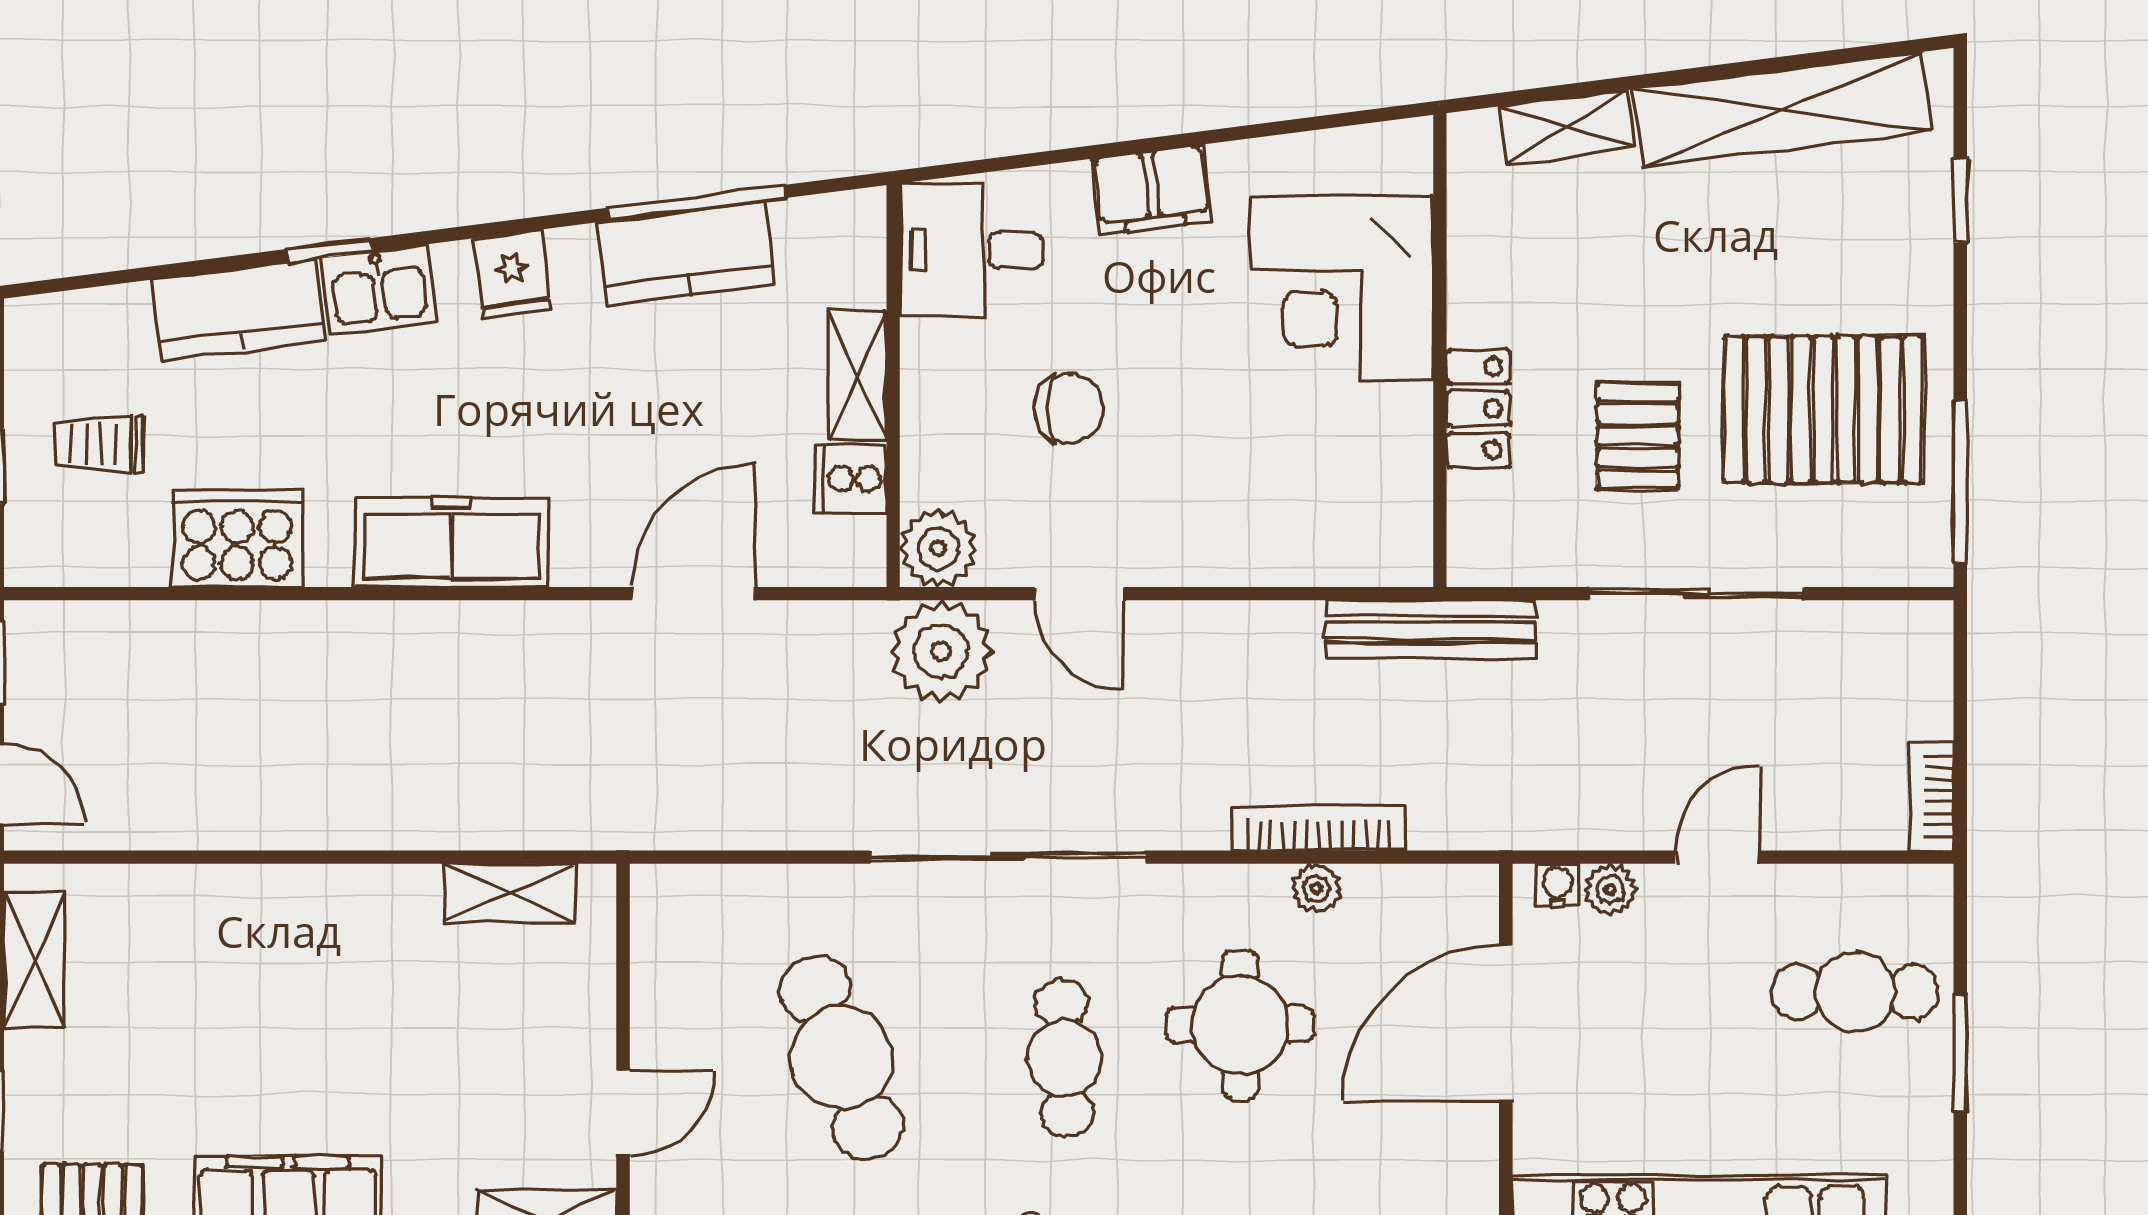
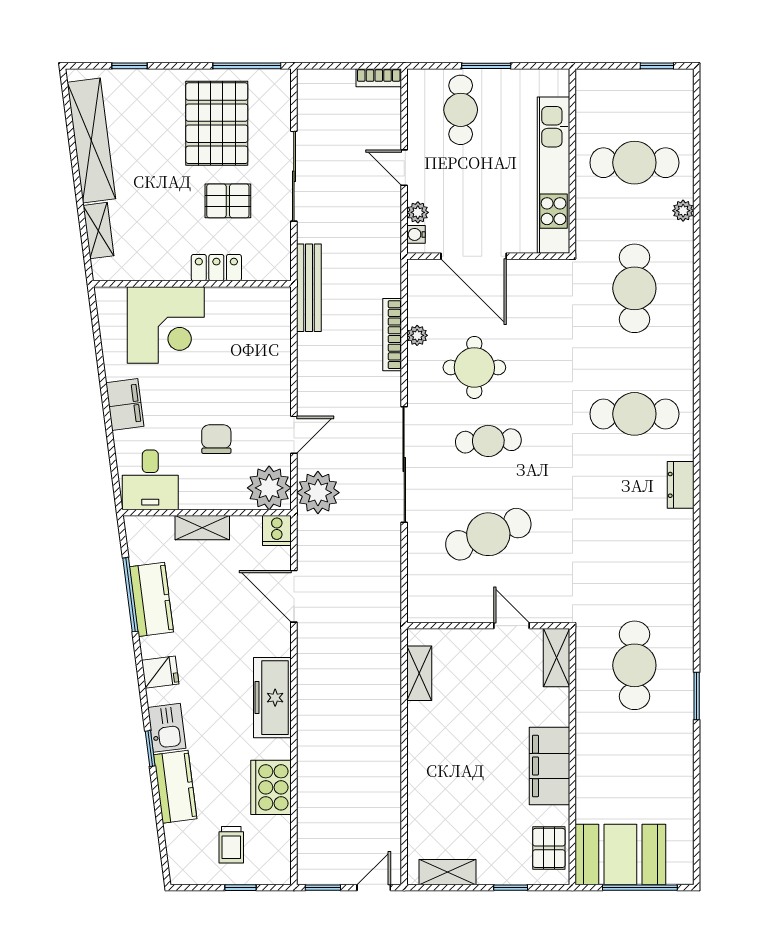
cooker: (851, 479) -> (277, 530), moved
plant: (938, 548) -> (269, 488), width x1.36, depth x1.36

